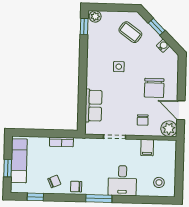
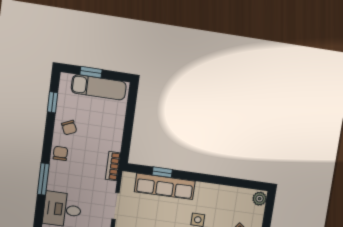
window: (84, 26) -> (162, 172), moved
row of seats: (94, 106) -> (165, 186), width x1.48
bookcase: (61, 142) -> (113, 166), moved

